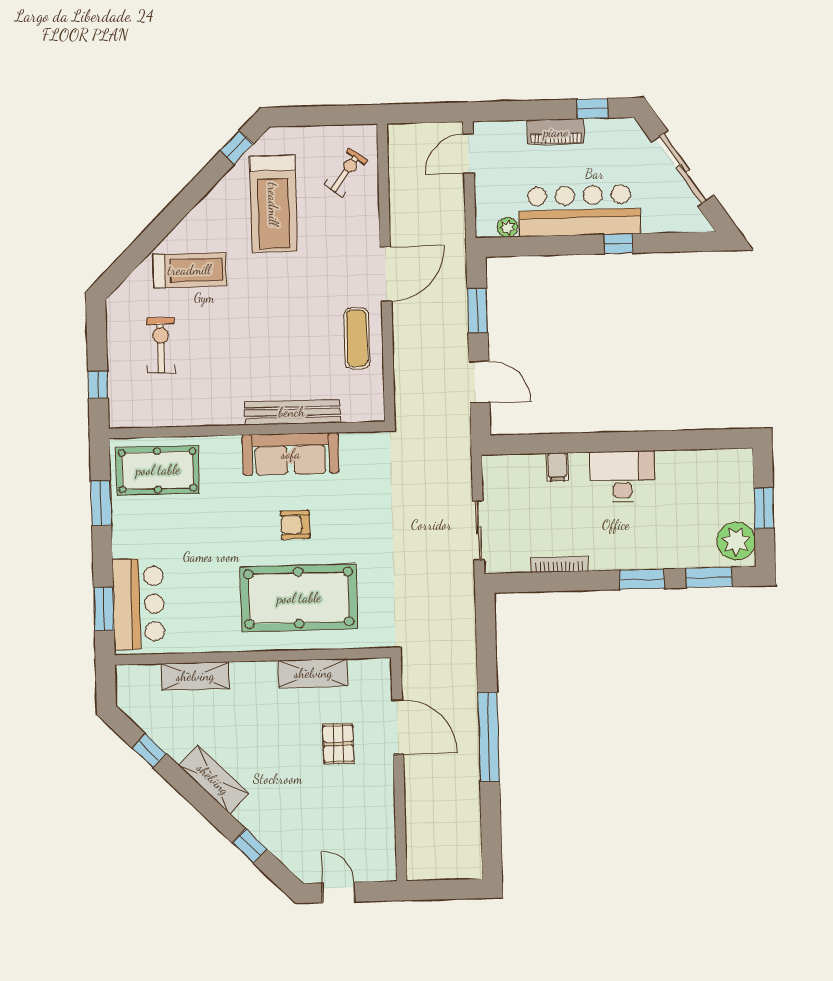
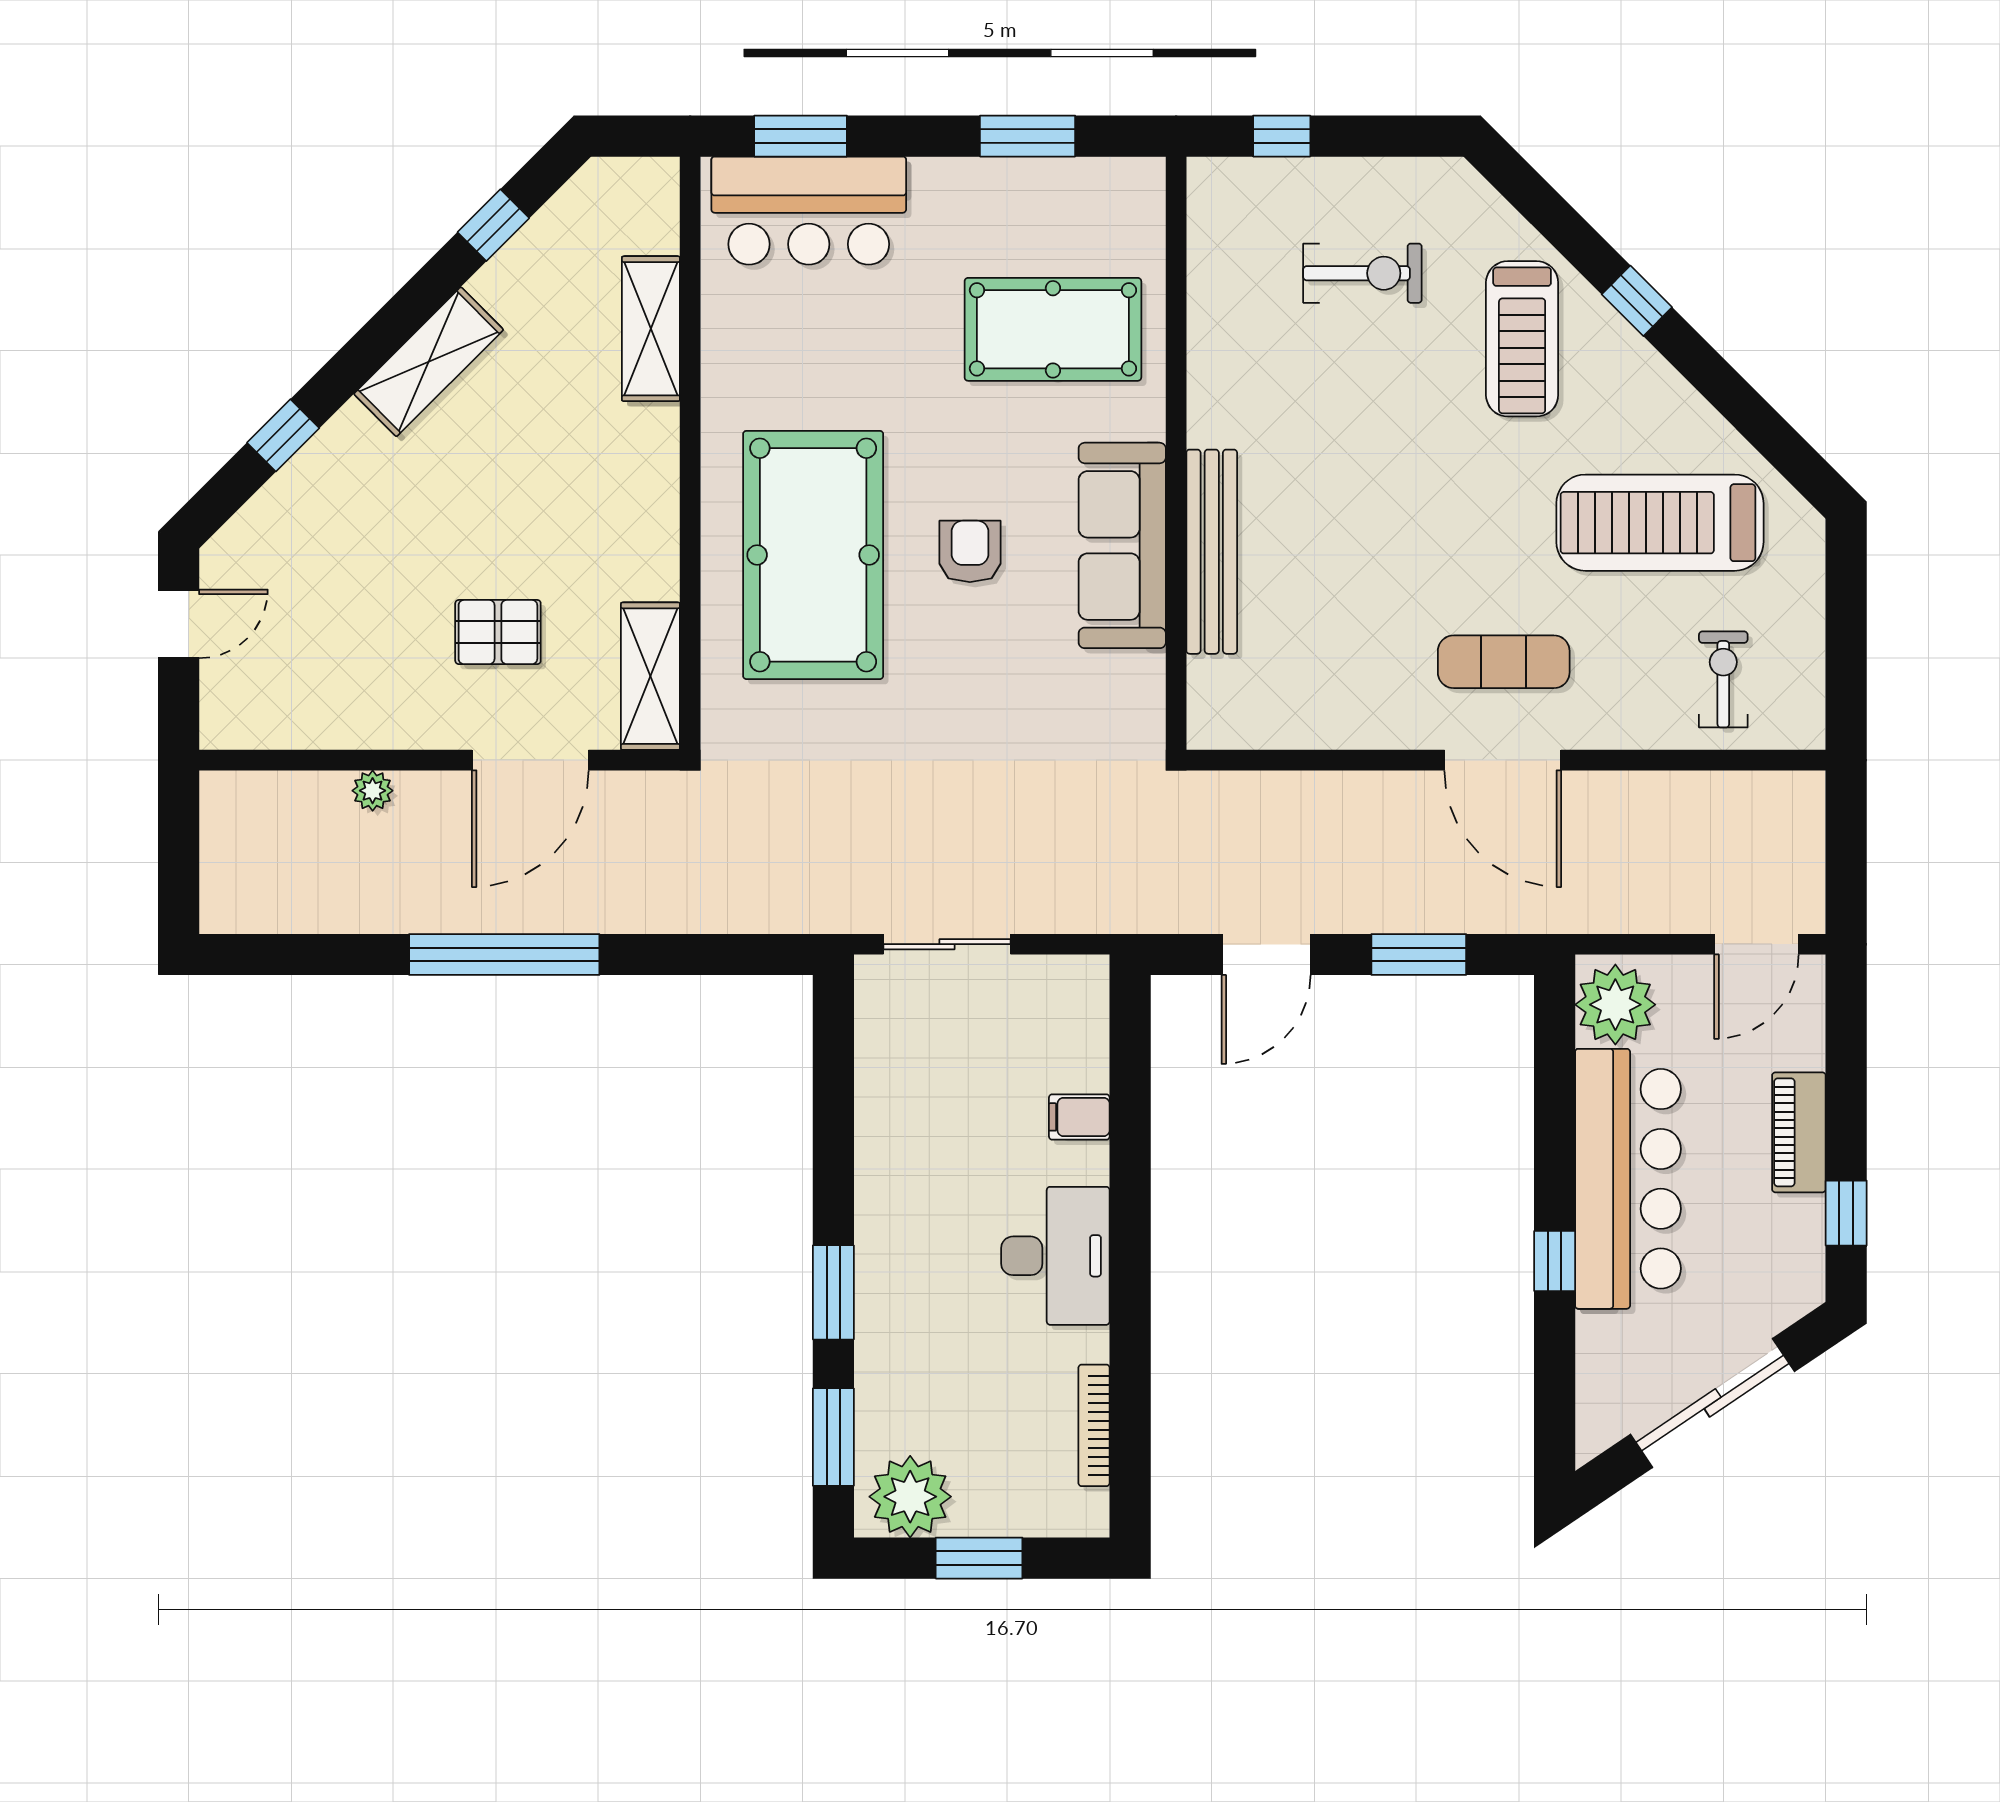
window: (237, 147) -> (1637, 301), moved
door: (469, 154) -> (1756, 944), swing flipped
exercise bike: (346, 172) -> (1723, 679), turned -126
plant: (507, 227) -> (1615, 1005), width x1.88, depth x1.88
exercise mat: (357, 338) -> (1504, 662), moved
pool table: (158, 470) -> (1053, 329), moved, turned 90
bookcase: (559, 565) -> (1094, 1425), moved, turned 180
shelving: (313, 673) -> (650, 676), moved
plant: (414, 800) -> (373, 791), added

